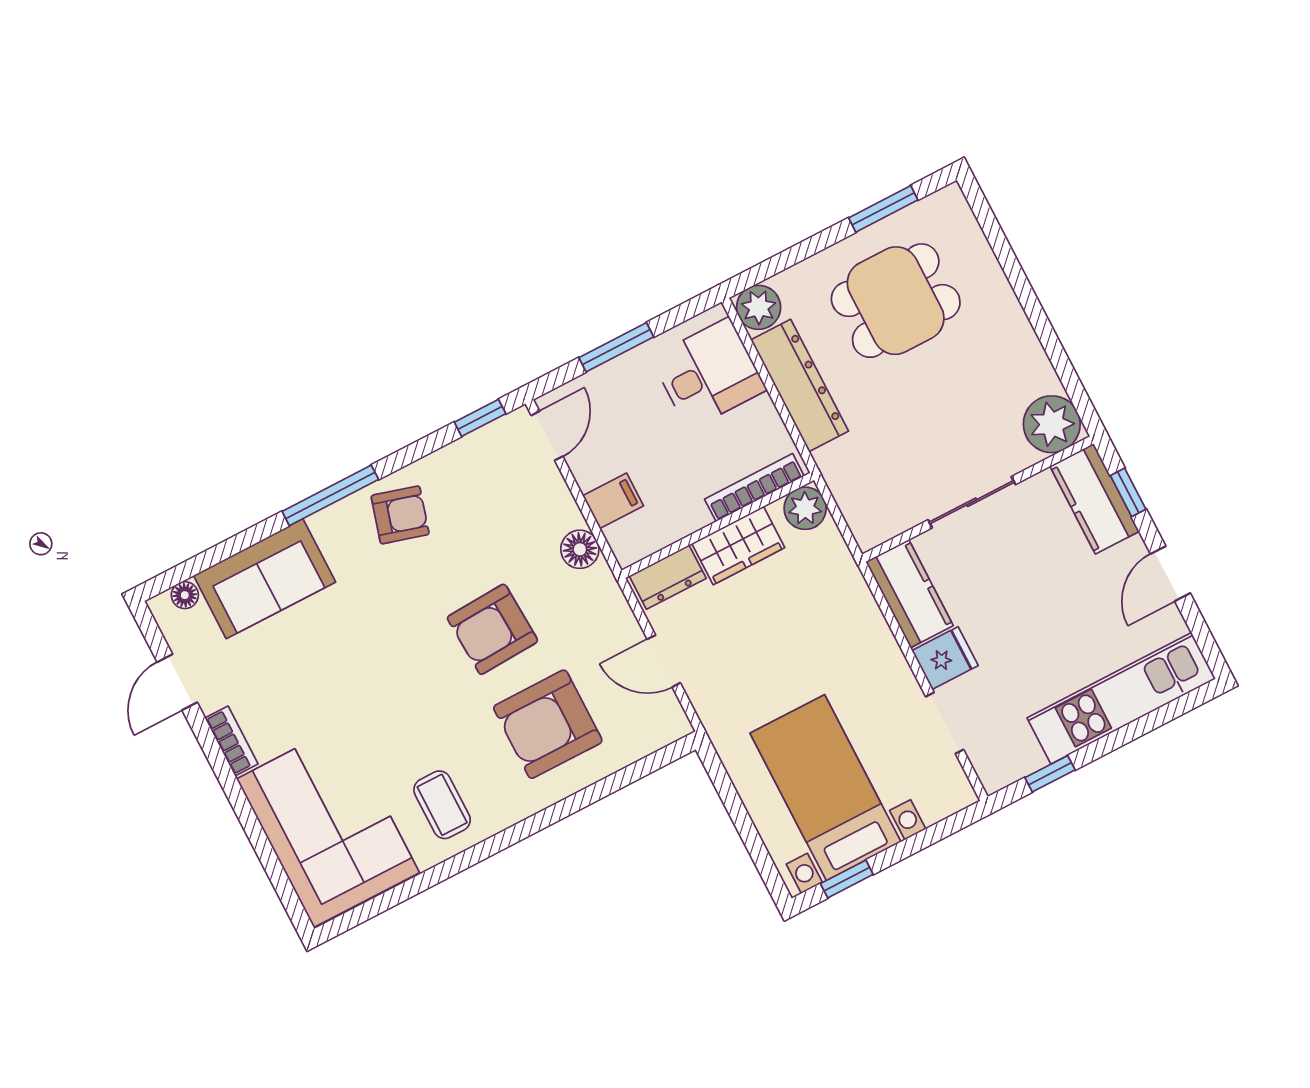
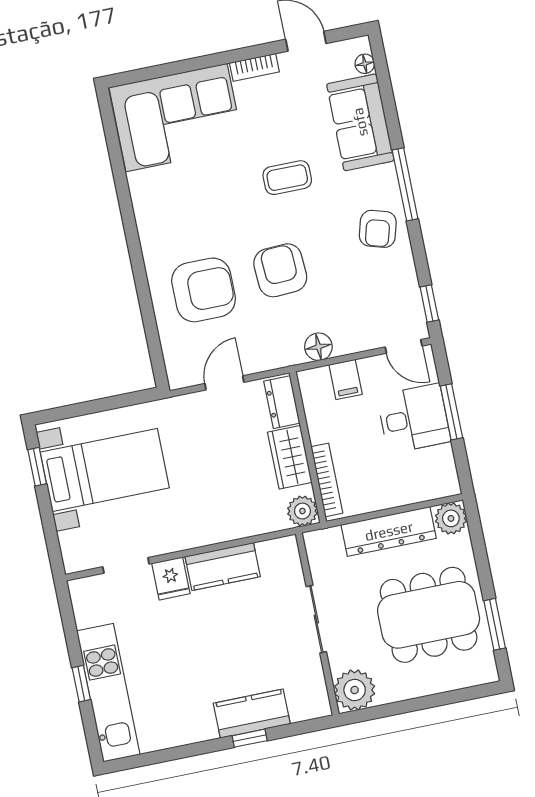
dining table: (896, 301) -> (429, 615), width x1.37
desk: (709, 374) -> (414, 418), moved, turned -90
plant: (1052, 424) -> (355, 690), moved
wall: (978, 499) -> (317, 624), moved
sliding door: (972, 502) -> (316, 619), moved
door: (1170, 574) -> (185, 751), removed
armchair: (548, 724) -> (204, 290), turned 90
window: (1050, 774) -> (81, 684), moved
coffee table: (442, 805) -> (287, 178), moved

